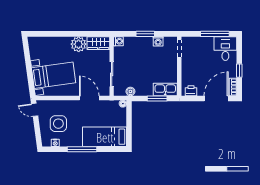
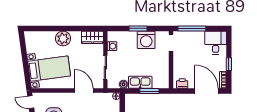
window: (215, 34) -> (192, 28), moved
washing machine: (118, 41) -> (112, 46), moved
washing machine: (158, 41) -> (146, 40), width x1.89, depth x1.89
plant: (79, 44) -> (63, 39), moved
kitchen sink: (165, 89) -> (140, 82), moved
door: (216, 98) -> (207, 91), hinge flipped

